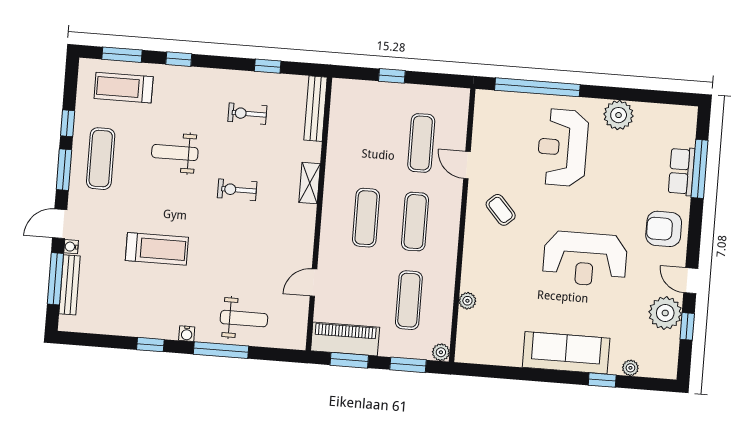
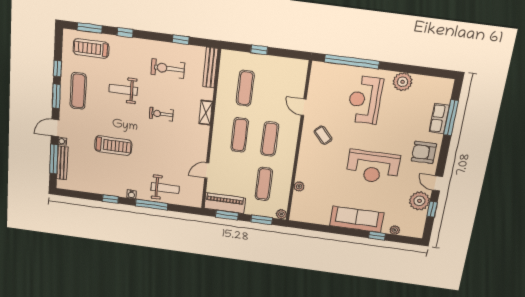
exercise bike: (247, 114) -> (168, 68), width x1.38, depth x1.39
exercise mat: (421, 143) -> (245, 88), moved

